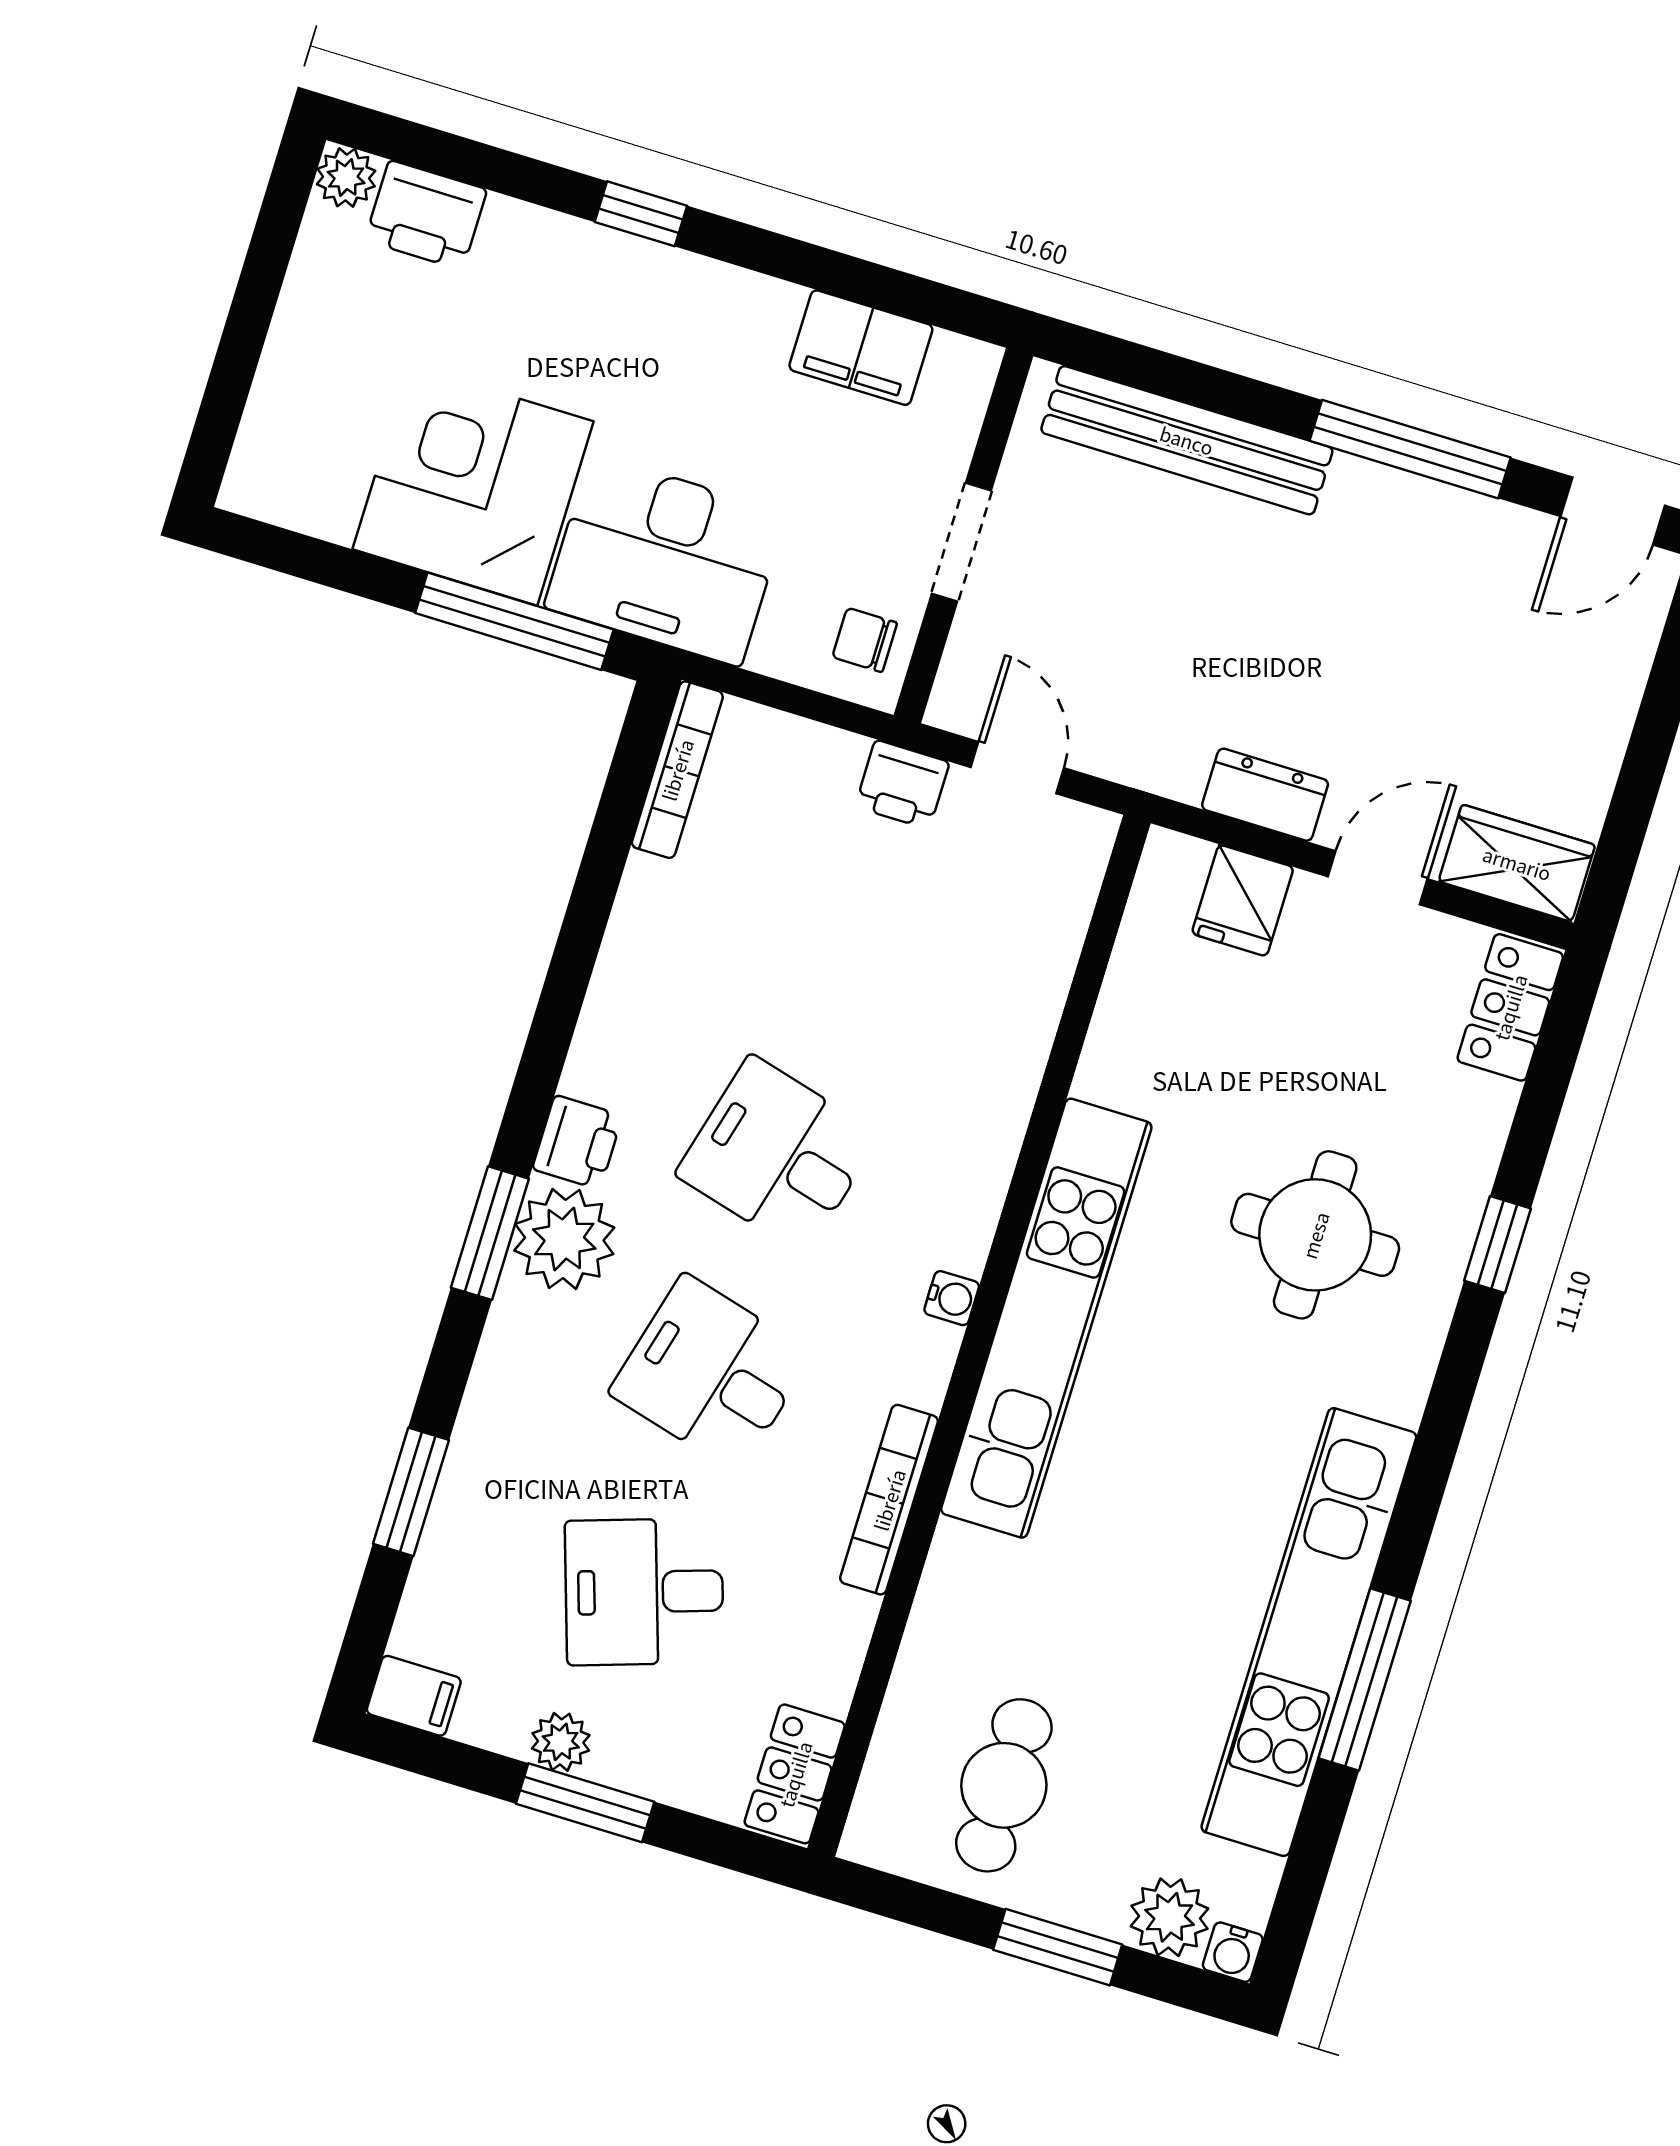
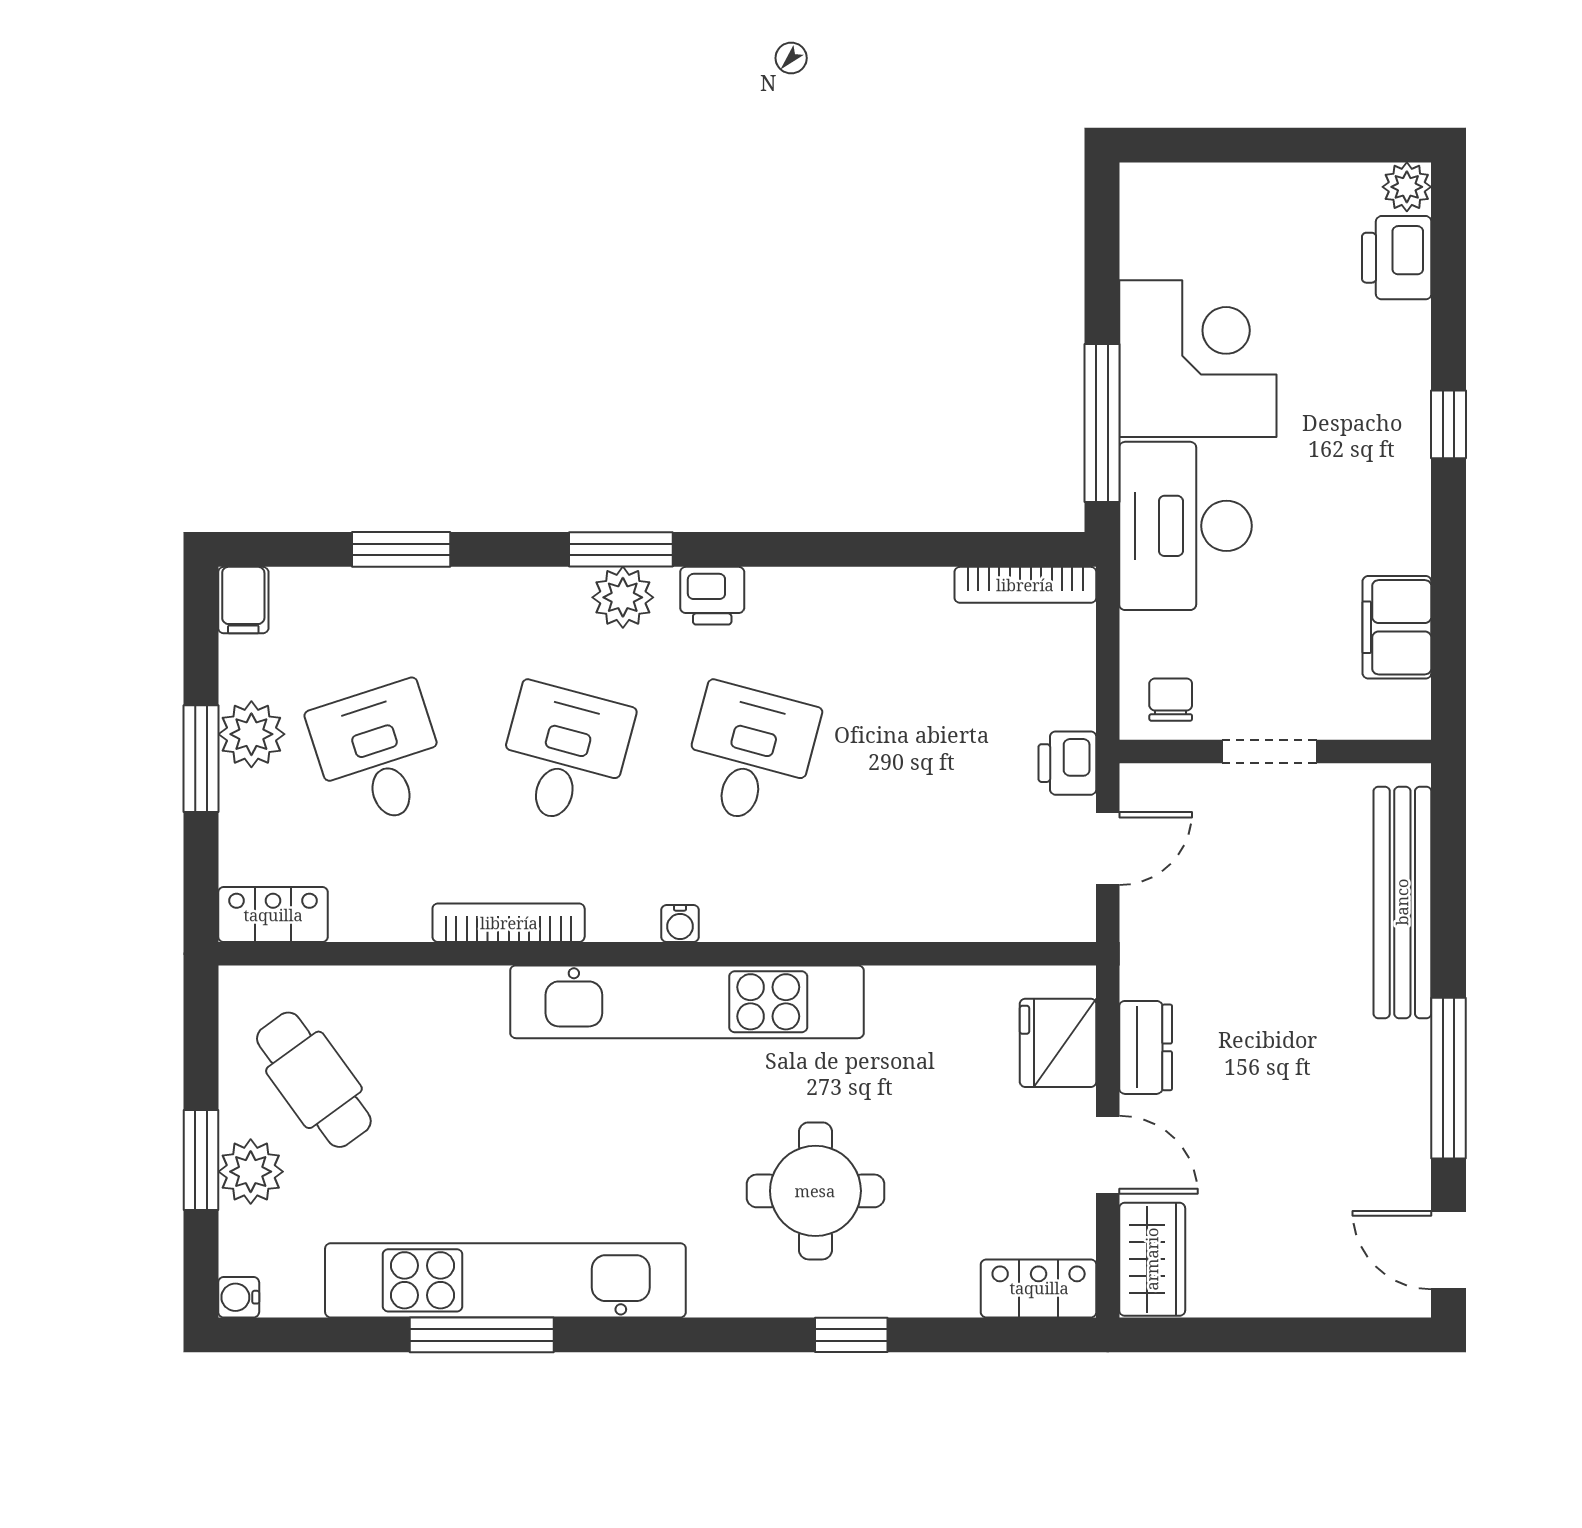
fridge: (1243, 900) -> (1058, 1043), width x1.38
plant: (564, 1239) -> (623, 597), width x0.73, depth x0.73
plant: (561, 1742) -> (251, 734), width x1.38, depth x1.38
cafe table: (1004, 1785) -> (314, 1080), turned 54
plant: (1170, 1917) -> (251, 1172), moved

